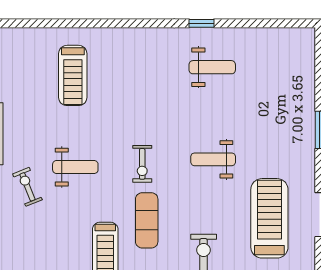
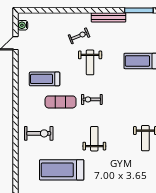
treadmill: (269, 218) -> (62, 170), turned 180

